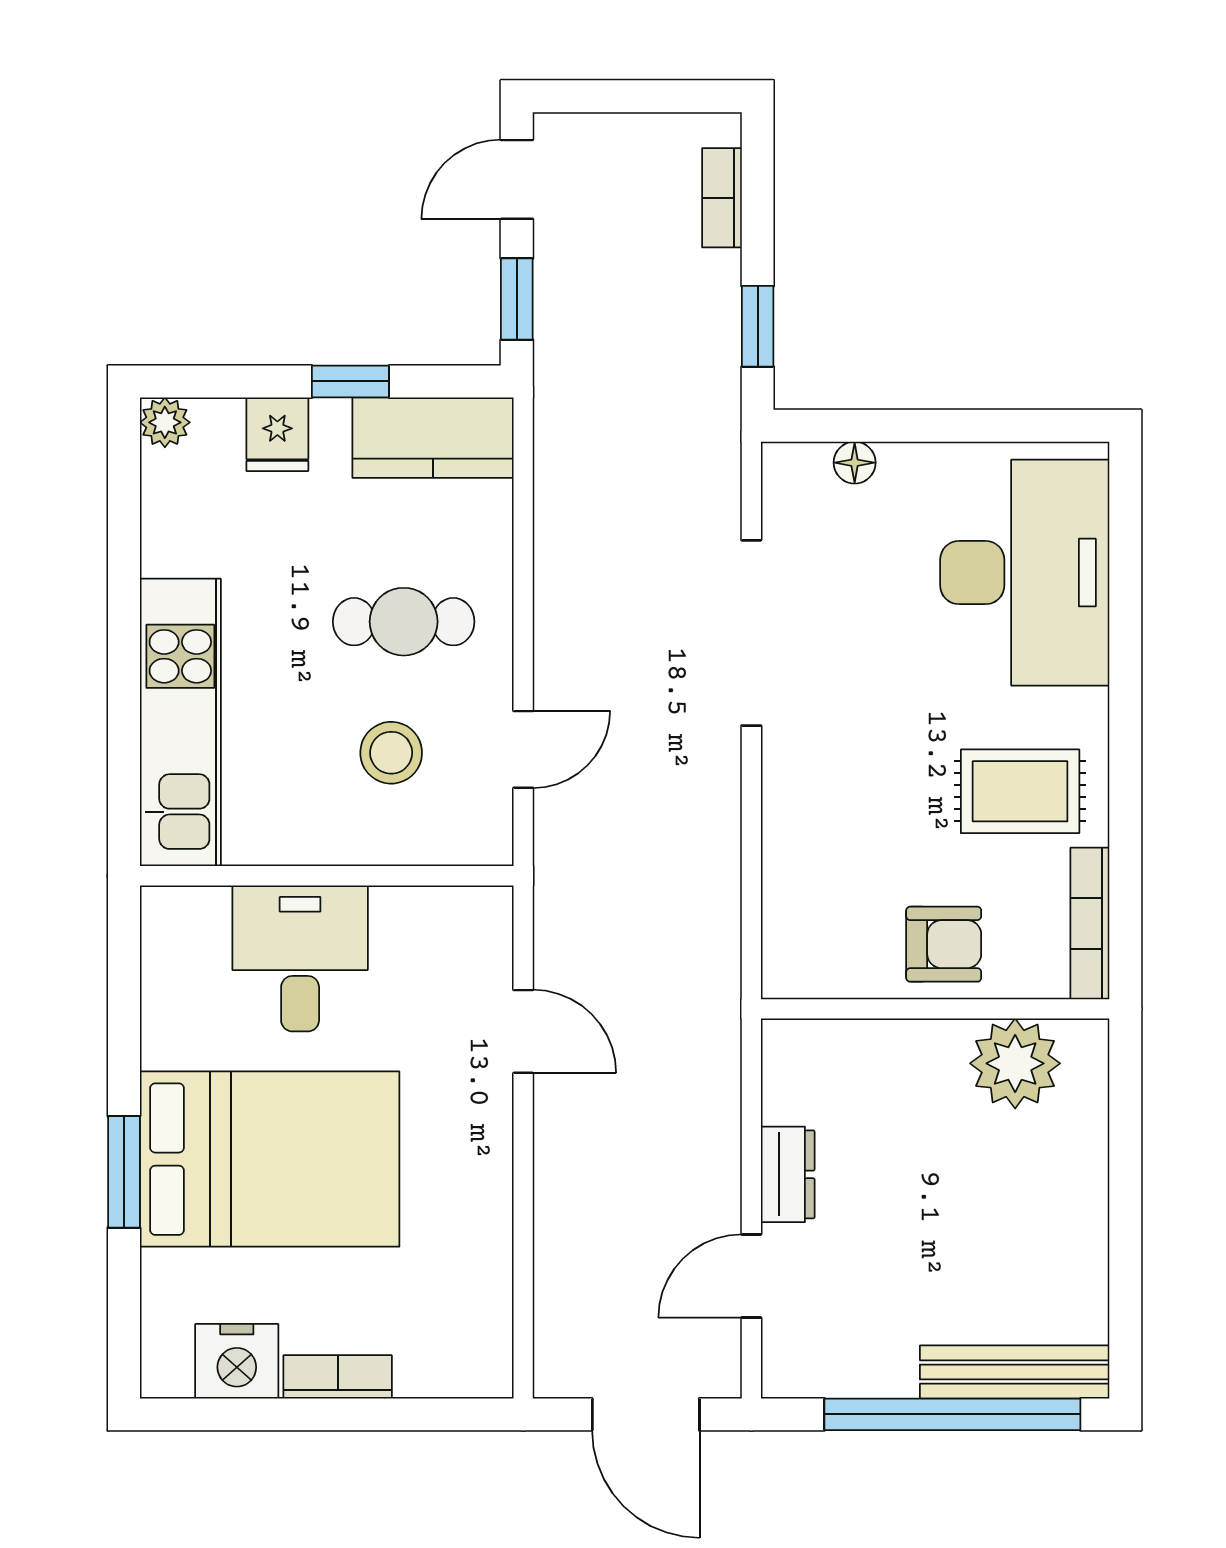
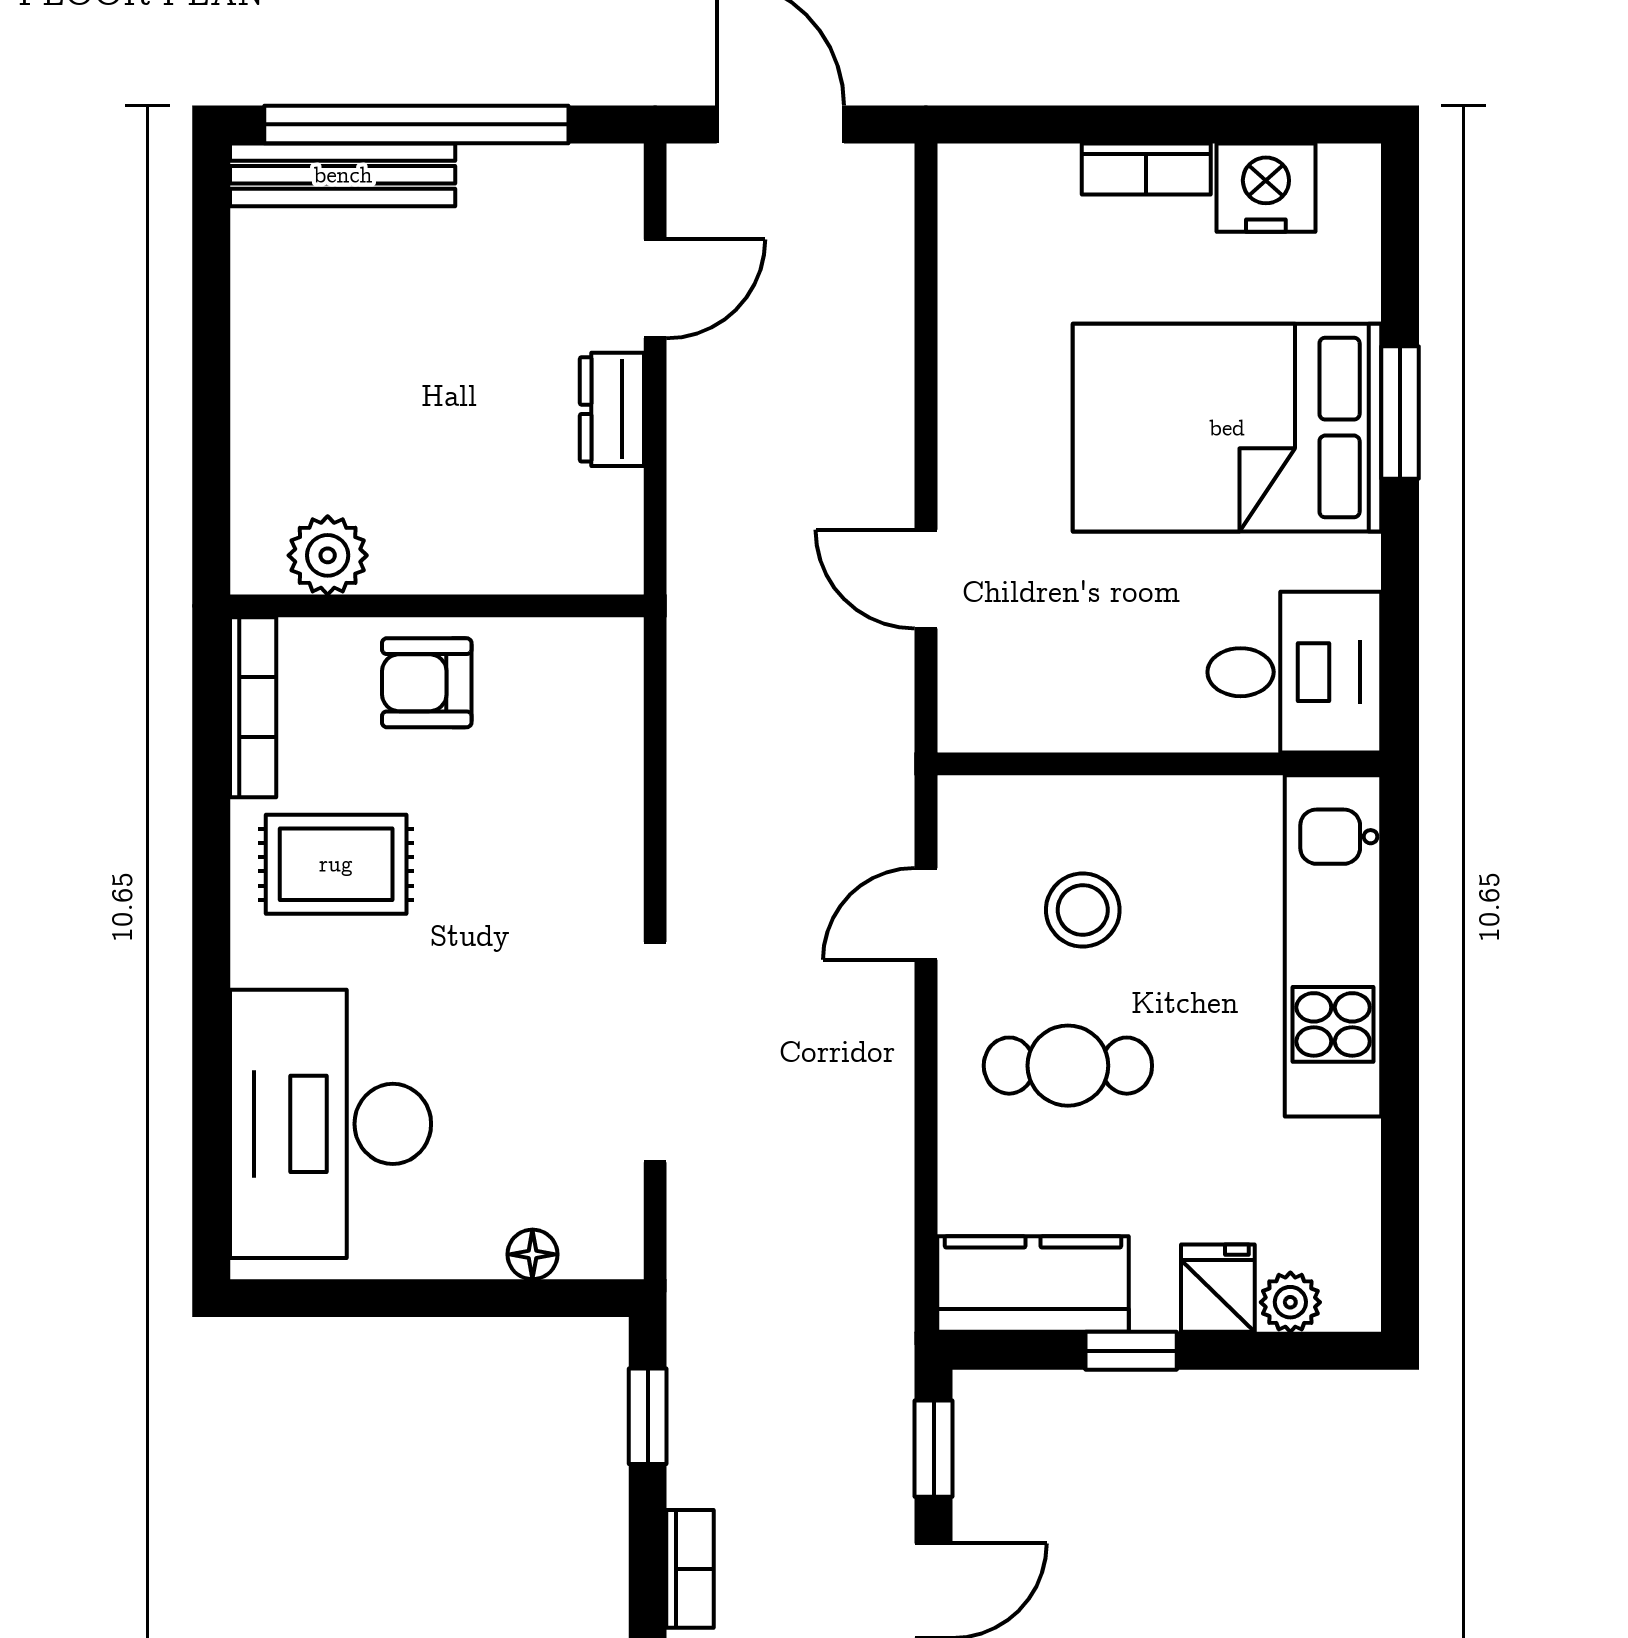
plant: (165, 422) -> (1290, 1302), moved
desk: (300, 958) -> (1294, 672), moved, turned -90
plant: (1015, 1063) -> (328, 555), width x0.73, depth x0.73

